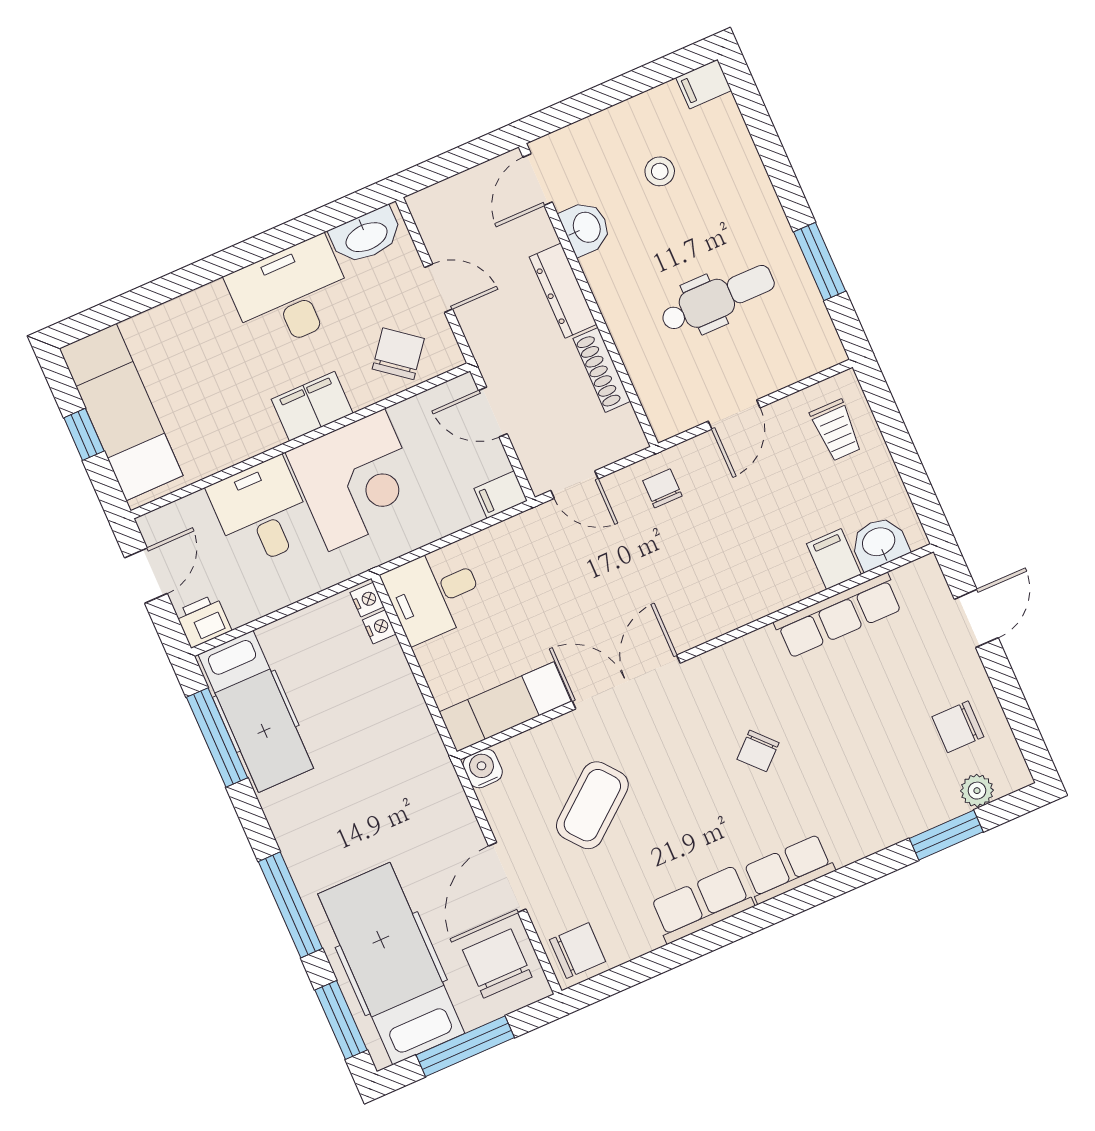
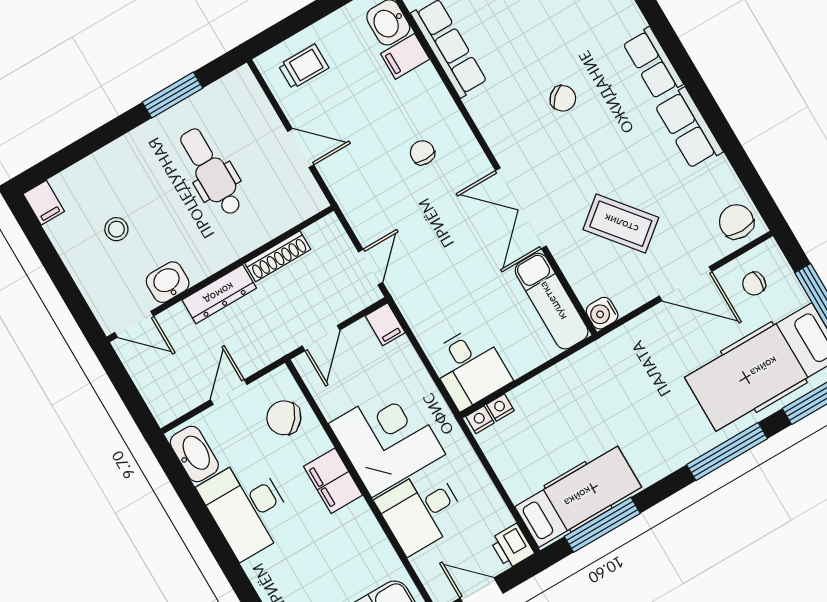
chair: (662, 488) -> (422, 153), moved, turned 90
chair: (497, 963) -> (754, 284), width x0.54, depth x0.54

